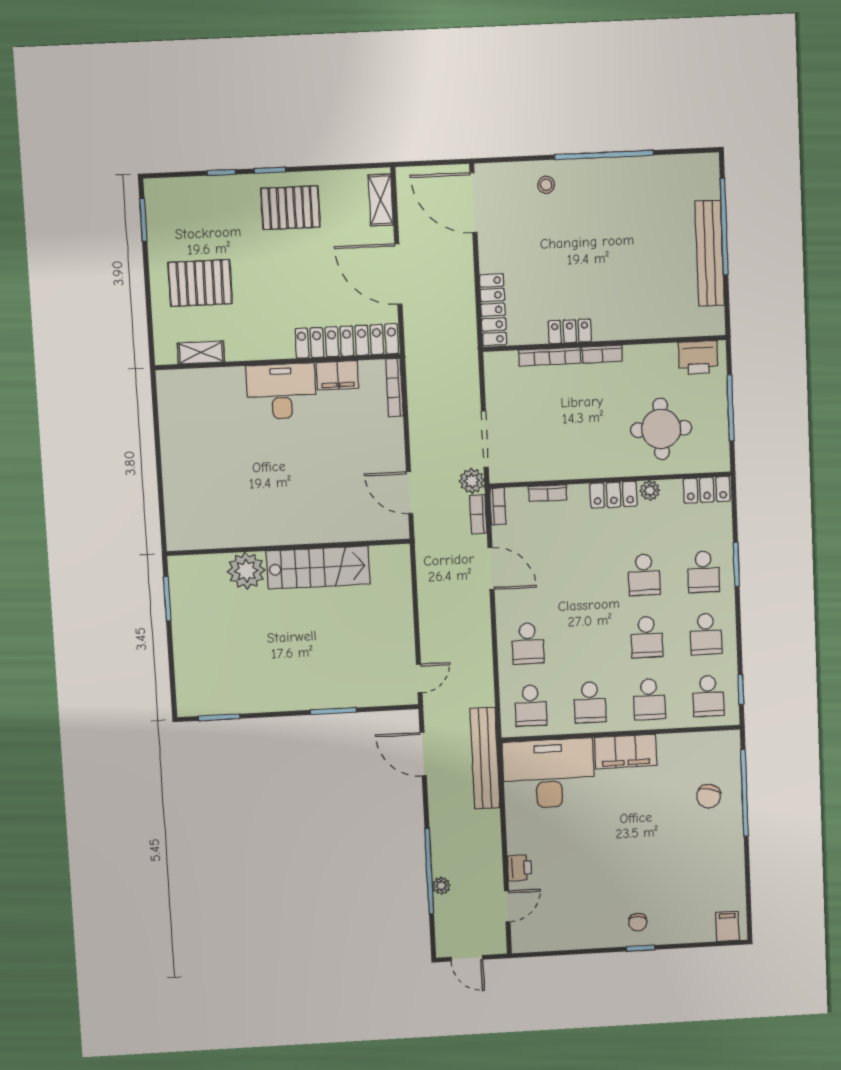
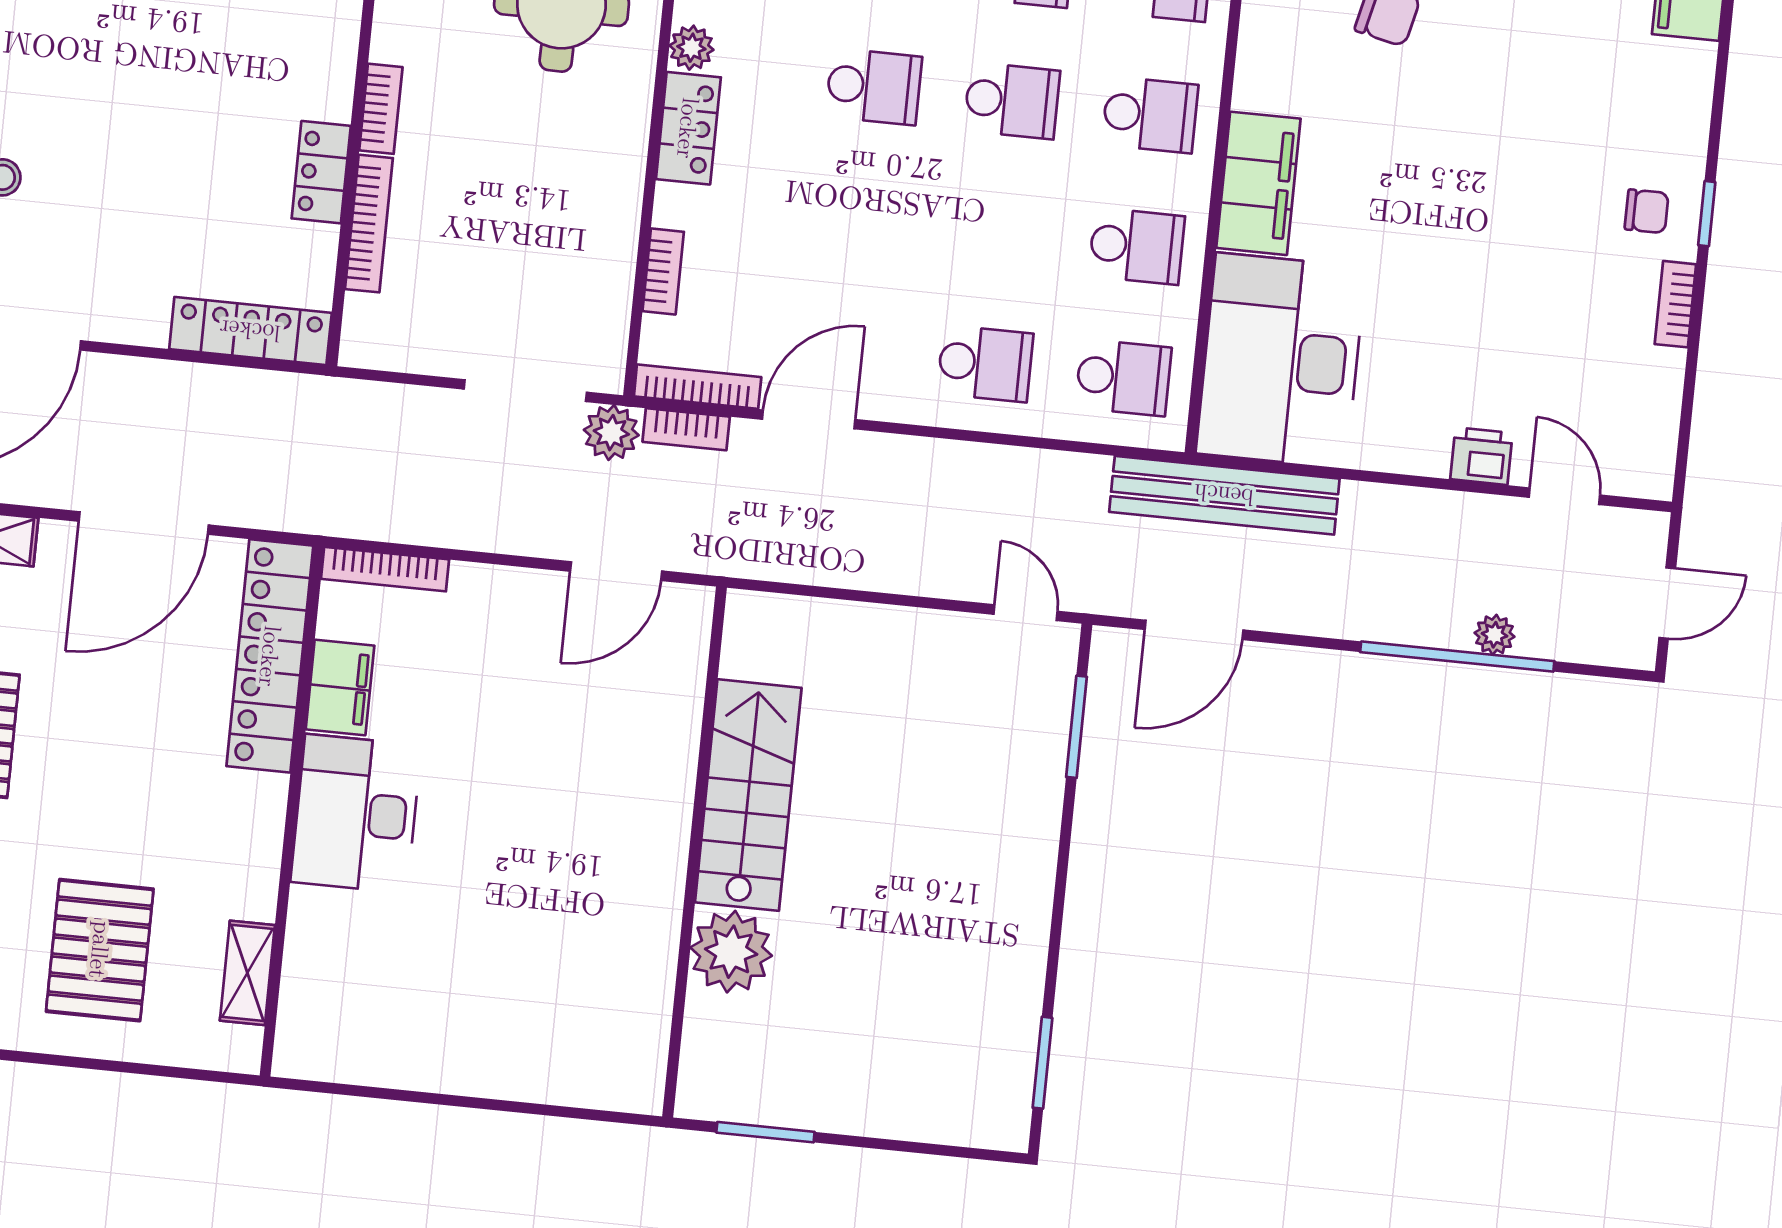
bookcase: (498, 506) -> (698, 387), width x1.56
window: (333, 711) -> (1077, 727), moved
bookcase: (599, 941) -> (1675, 304), added

